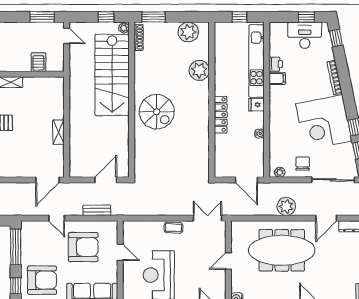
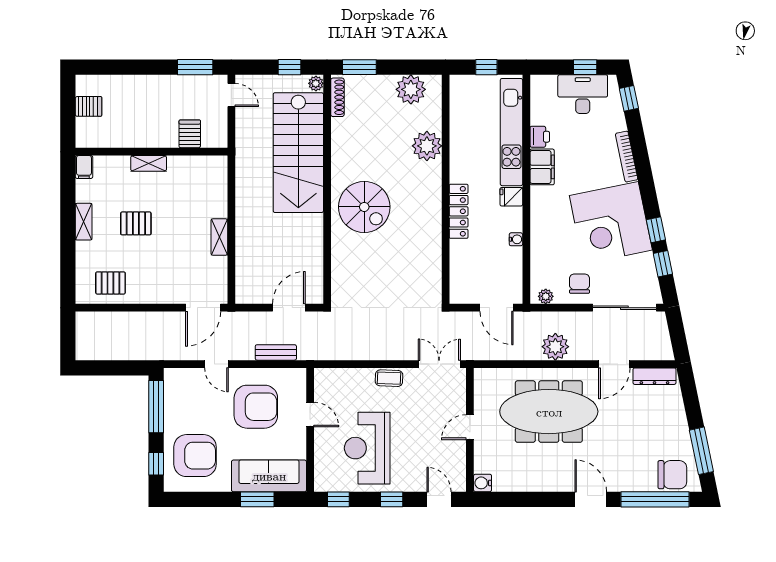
filing cabinet: (277, 78) -> (542, 167), width x2.00

